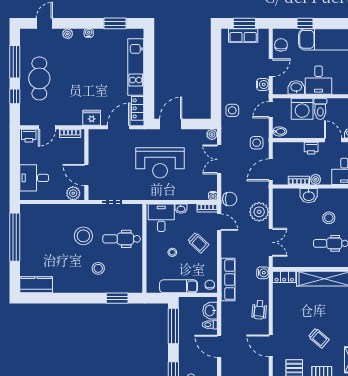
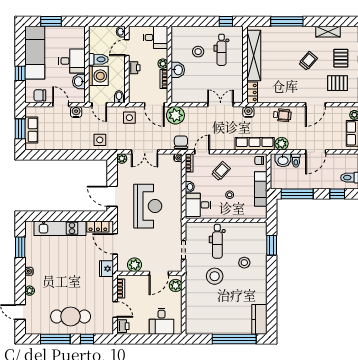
plant: (96, 148) -> (135, 265), added
plant: (259, 212) -> (175, 115), moved
window: (15, 237) -> (234, 339), moved
plant: (228, 309) -> (282, 144), added

